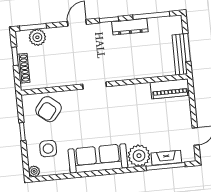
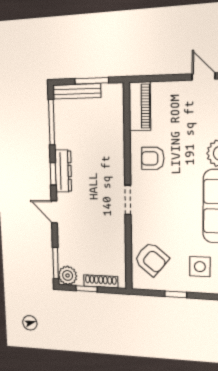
dresser: (130, 27) -> (63, 171), moved
plant: (37, 37) -> (68, 275), moved
bench: (180, 54) -> (77, 91), moved
armchair: (130, 103) -> (153, 158), added

